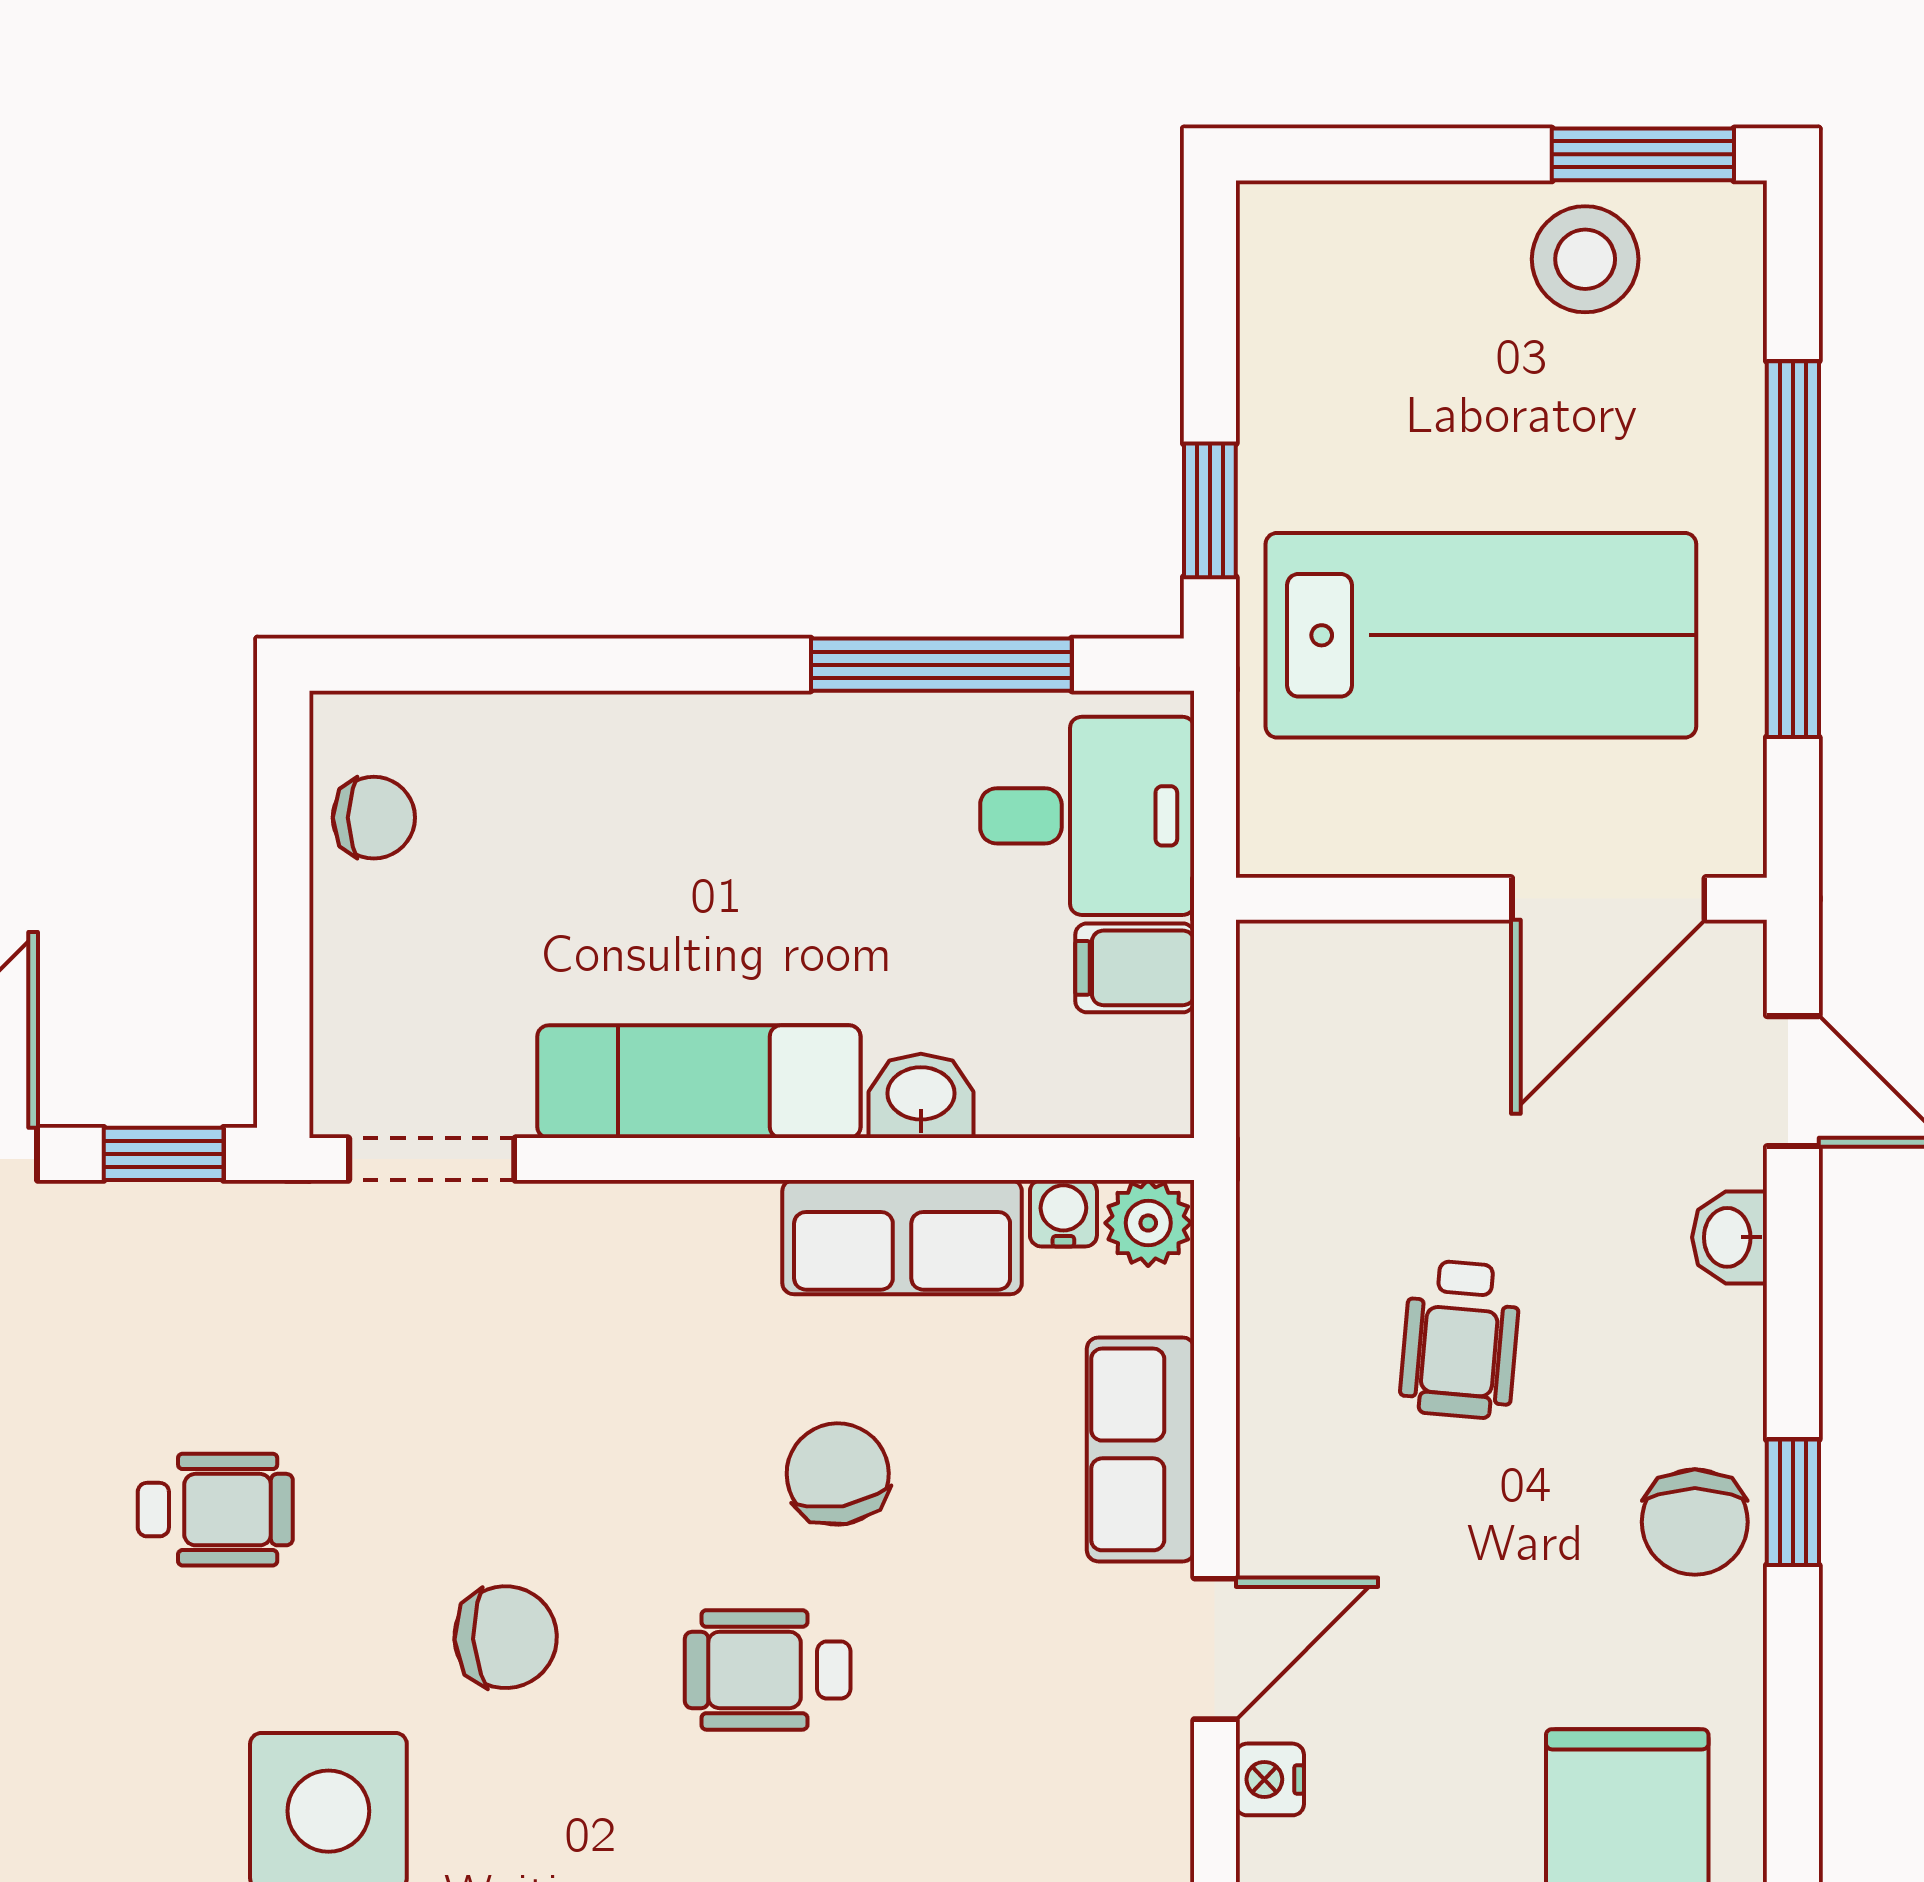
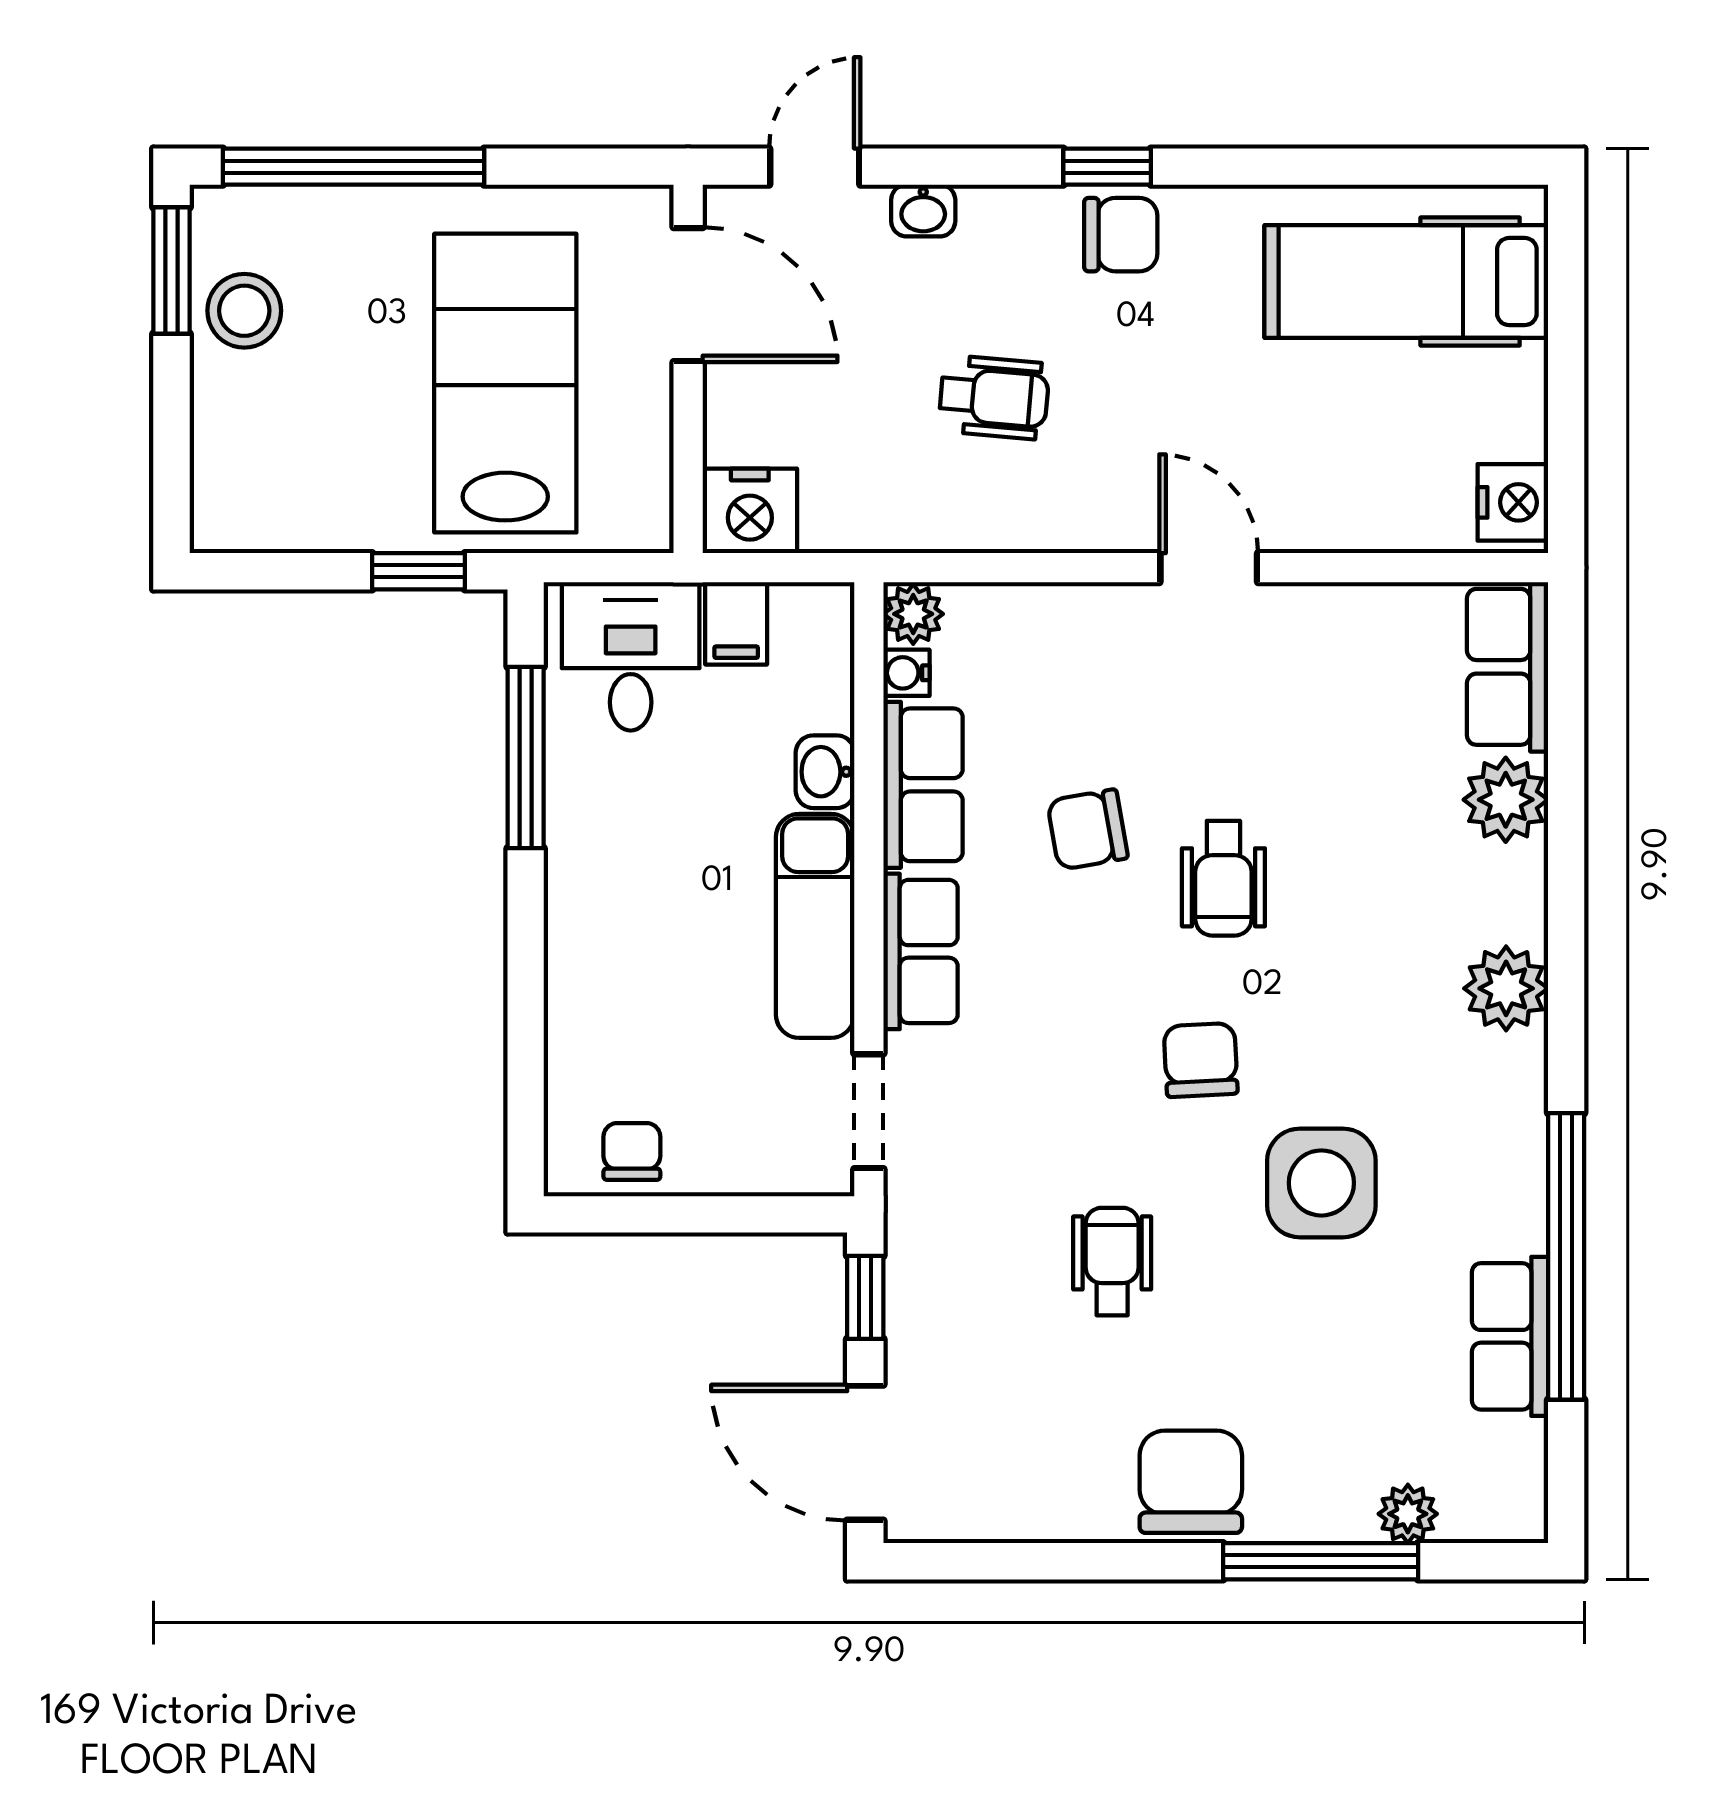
window: (1793, 549) -> (354, 167), moved
row of seats: (1141, 1449) -> (920, 951), moved, turned -90
nightstand: (1270, 1779) -> (750, 511), moved, width x1.89, depth x1.79

